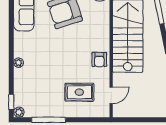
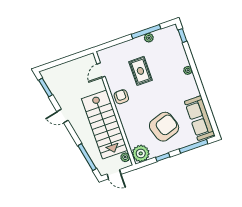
rug: (79, 92) -> (140, 71), moved, turned 90
plant: (19, 112) -> (149, 38), moved

